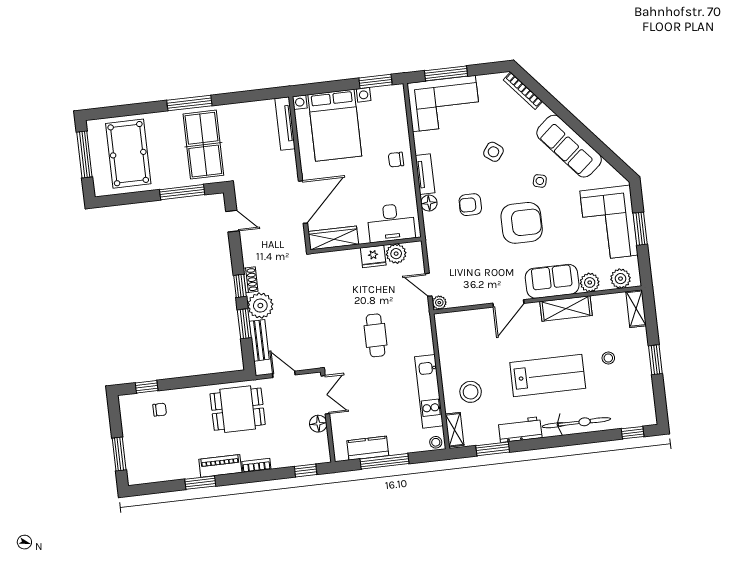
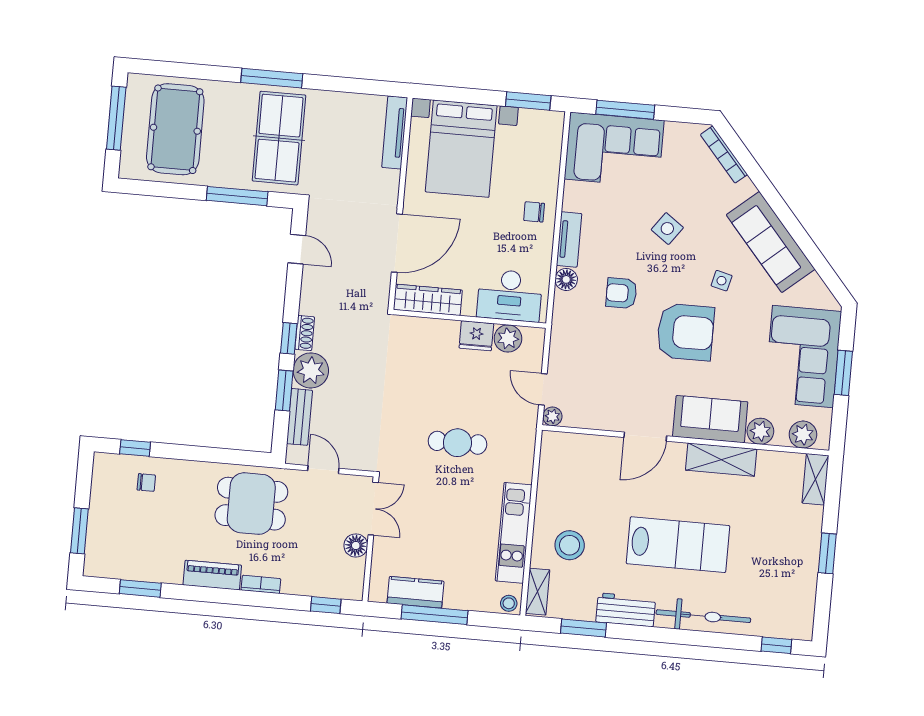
cafe table: (376, 335) -> (457, 443), turned 90
stool: (608, 358) -> (764, 538), removed
window: (200, 483) -> (140, 588), moved

